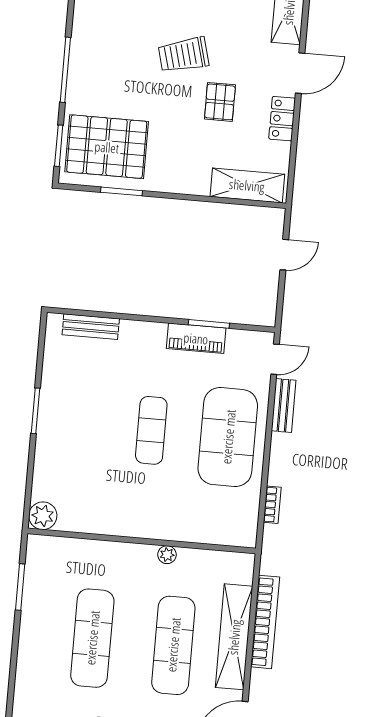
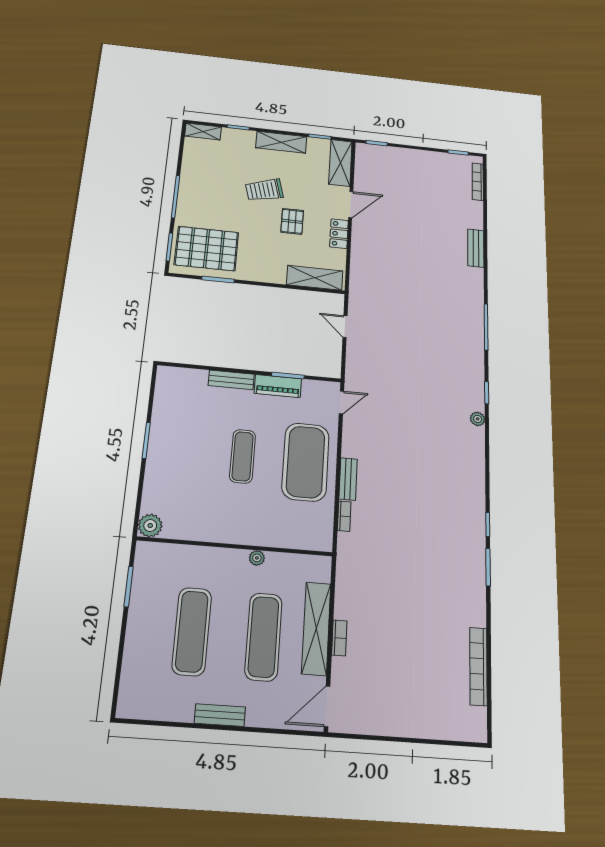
door: (284, 255) -> (345, 327), swing flipped
bench: (91, 327) -> (231, 380), moved
bench: (284, 406) -> (348, 479), moved
bookcase: (265, 622) -> (339, 638), width x0.43, depth x0.76

